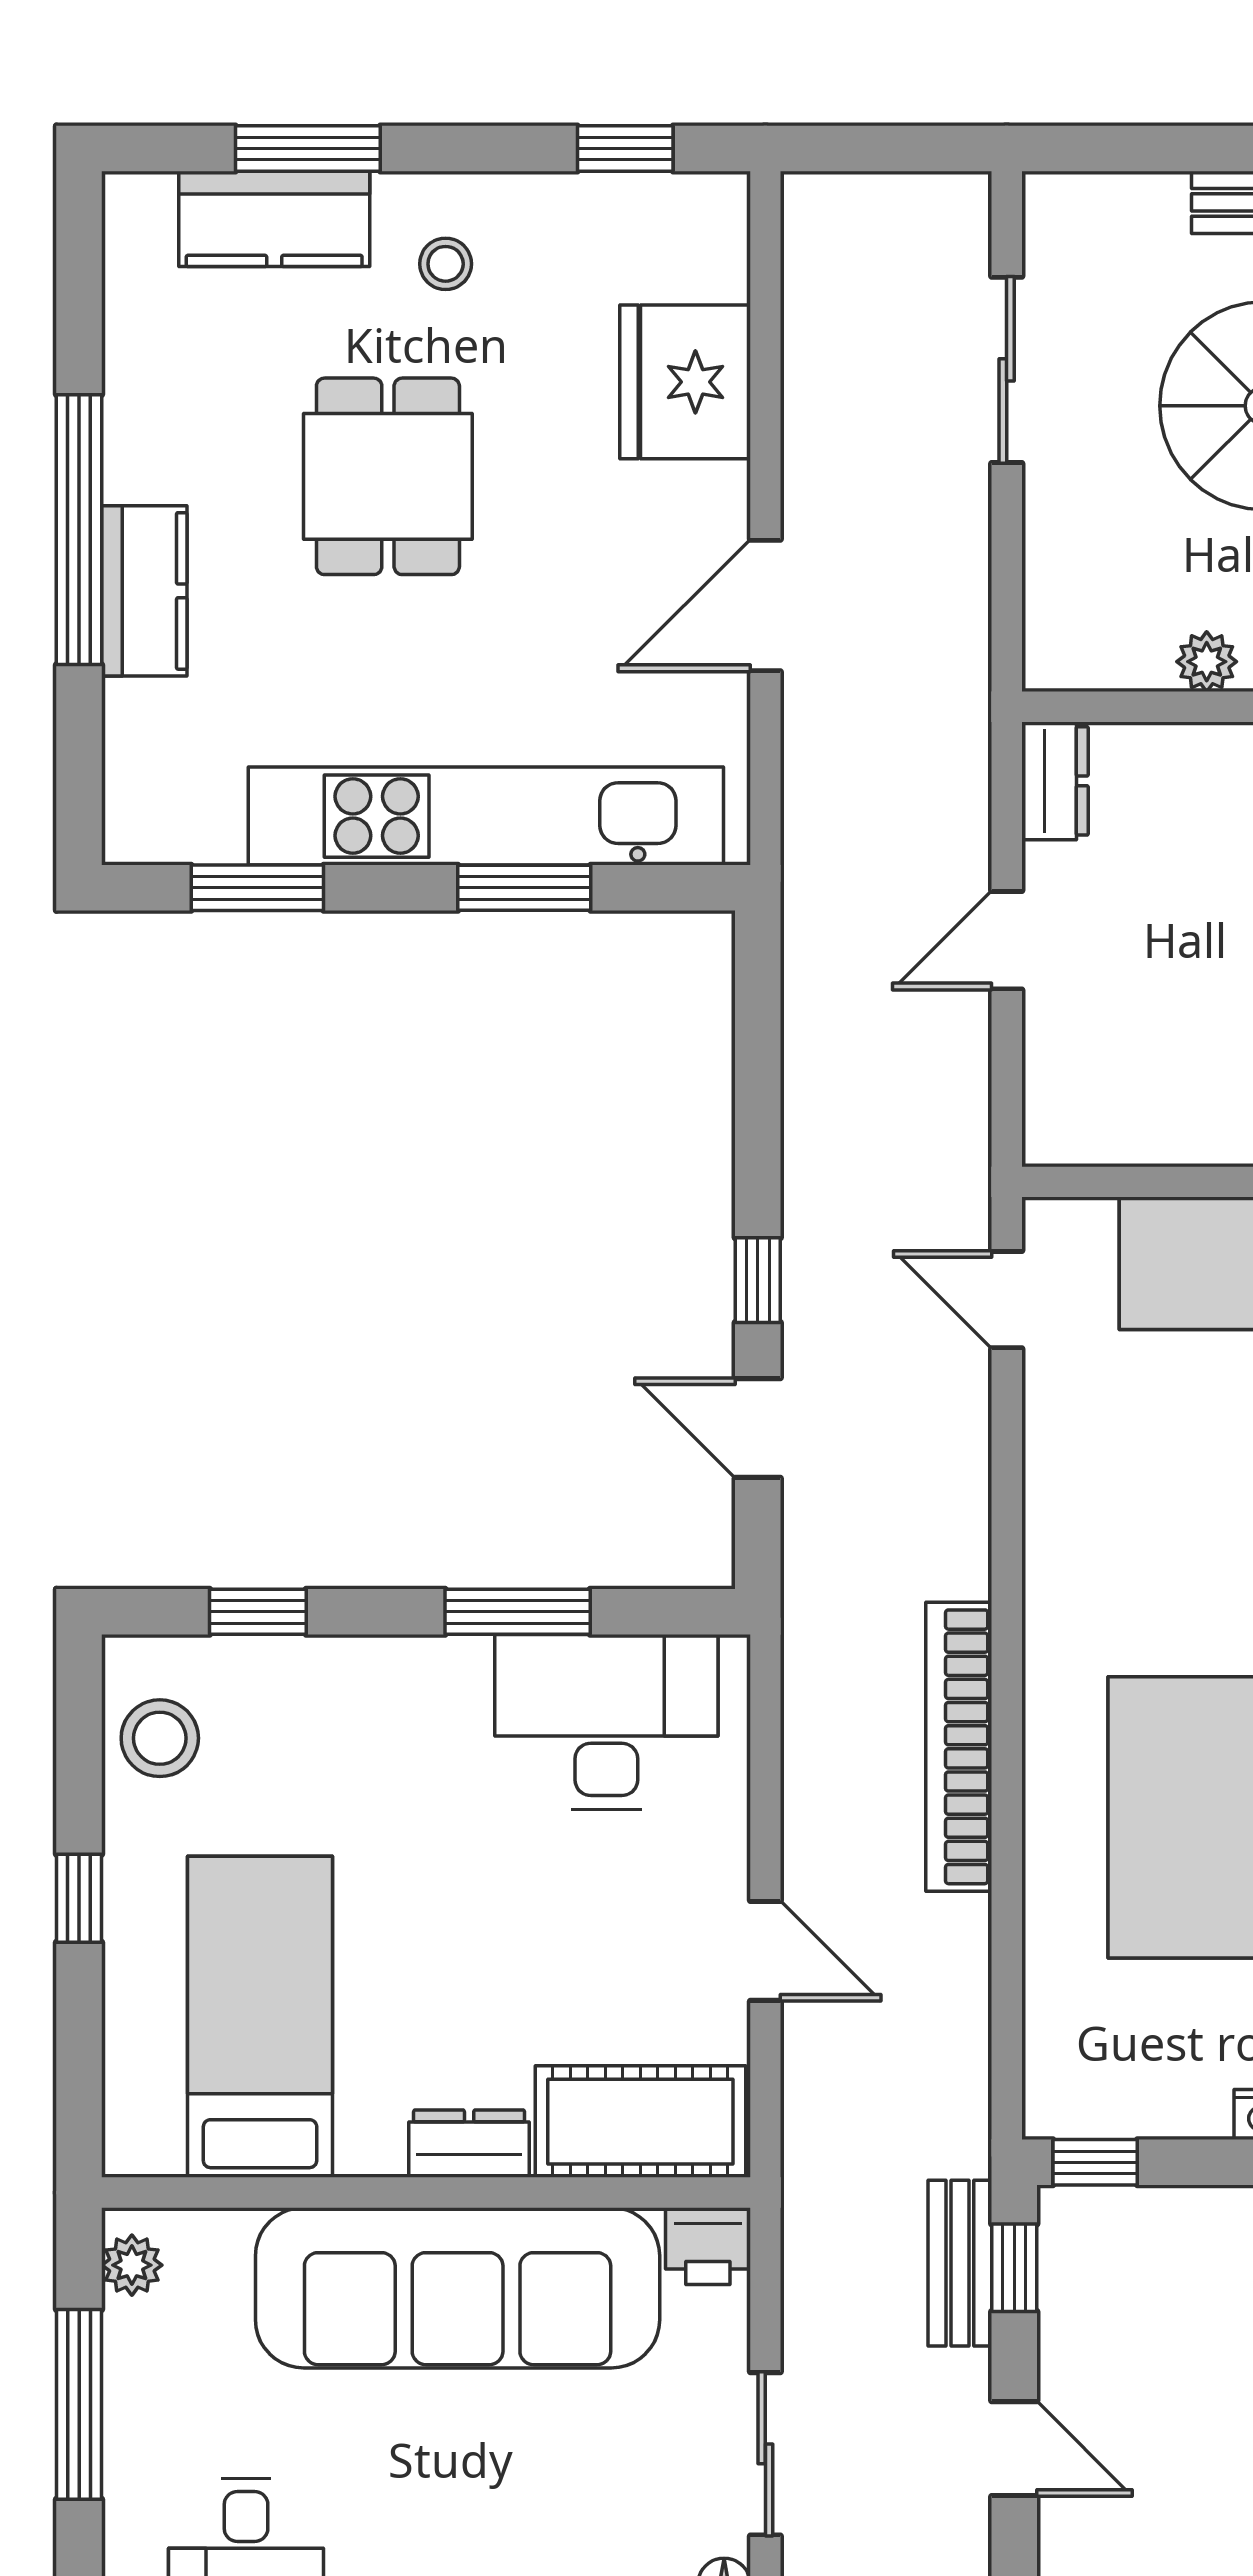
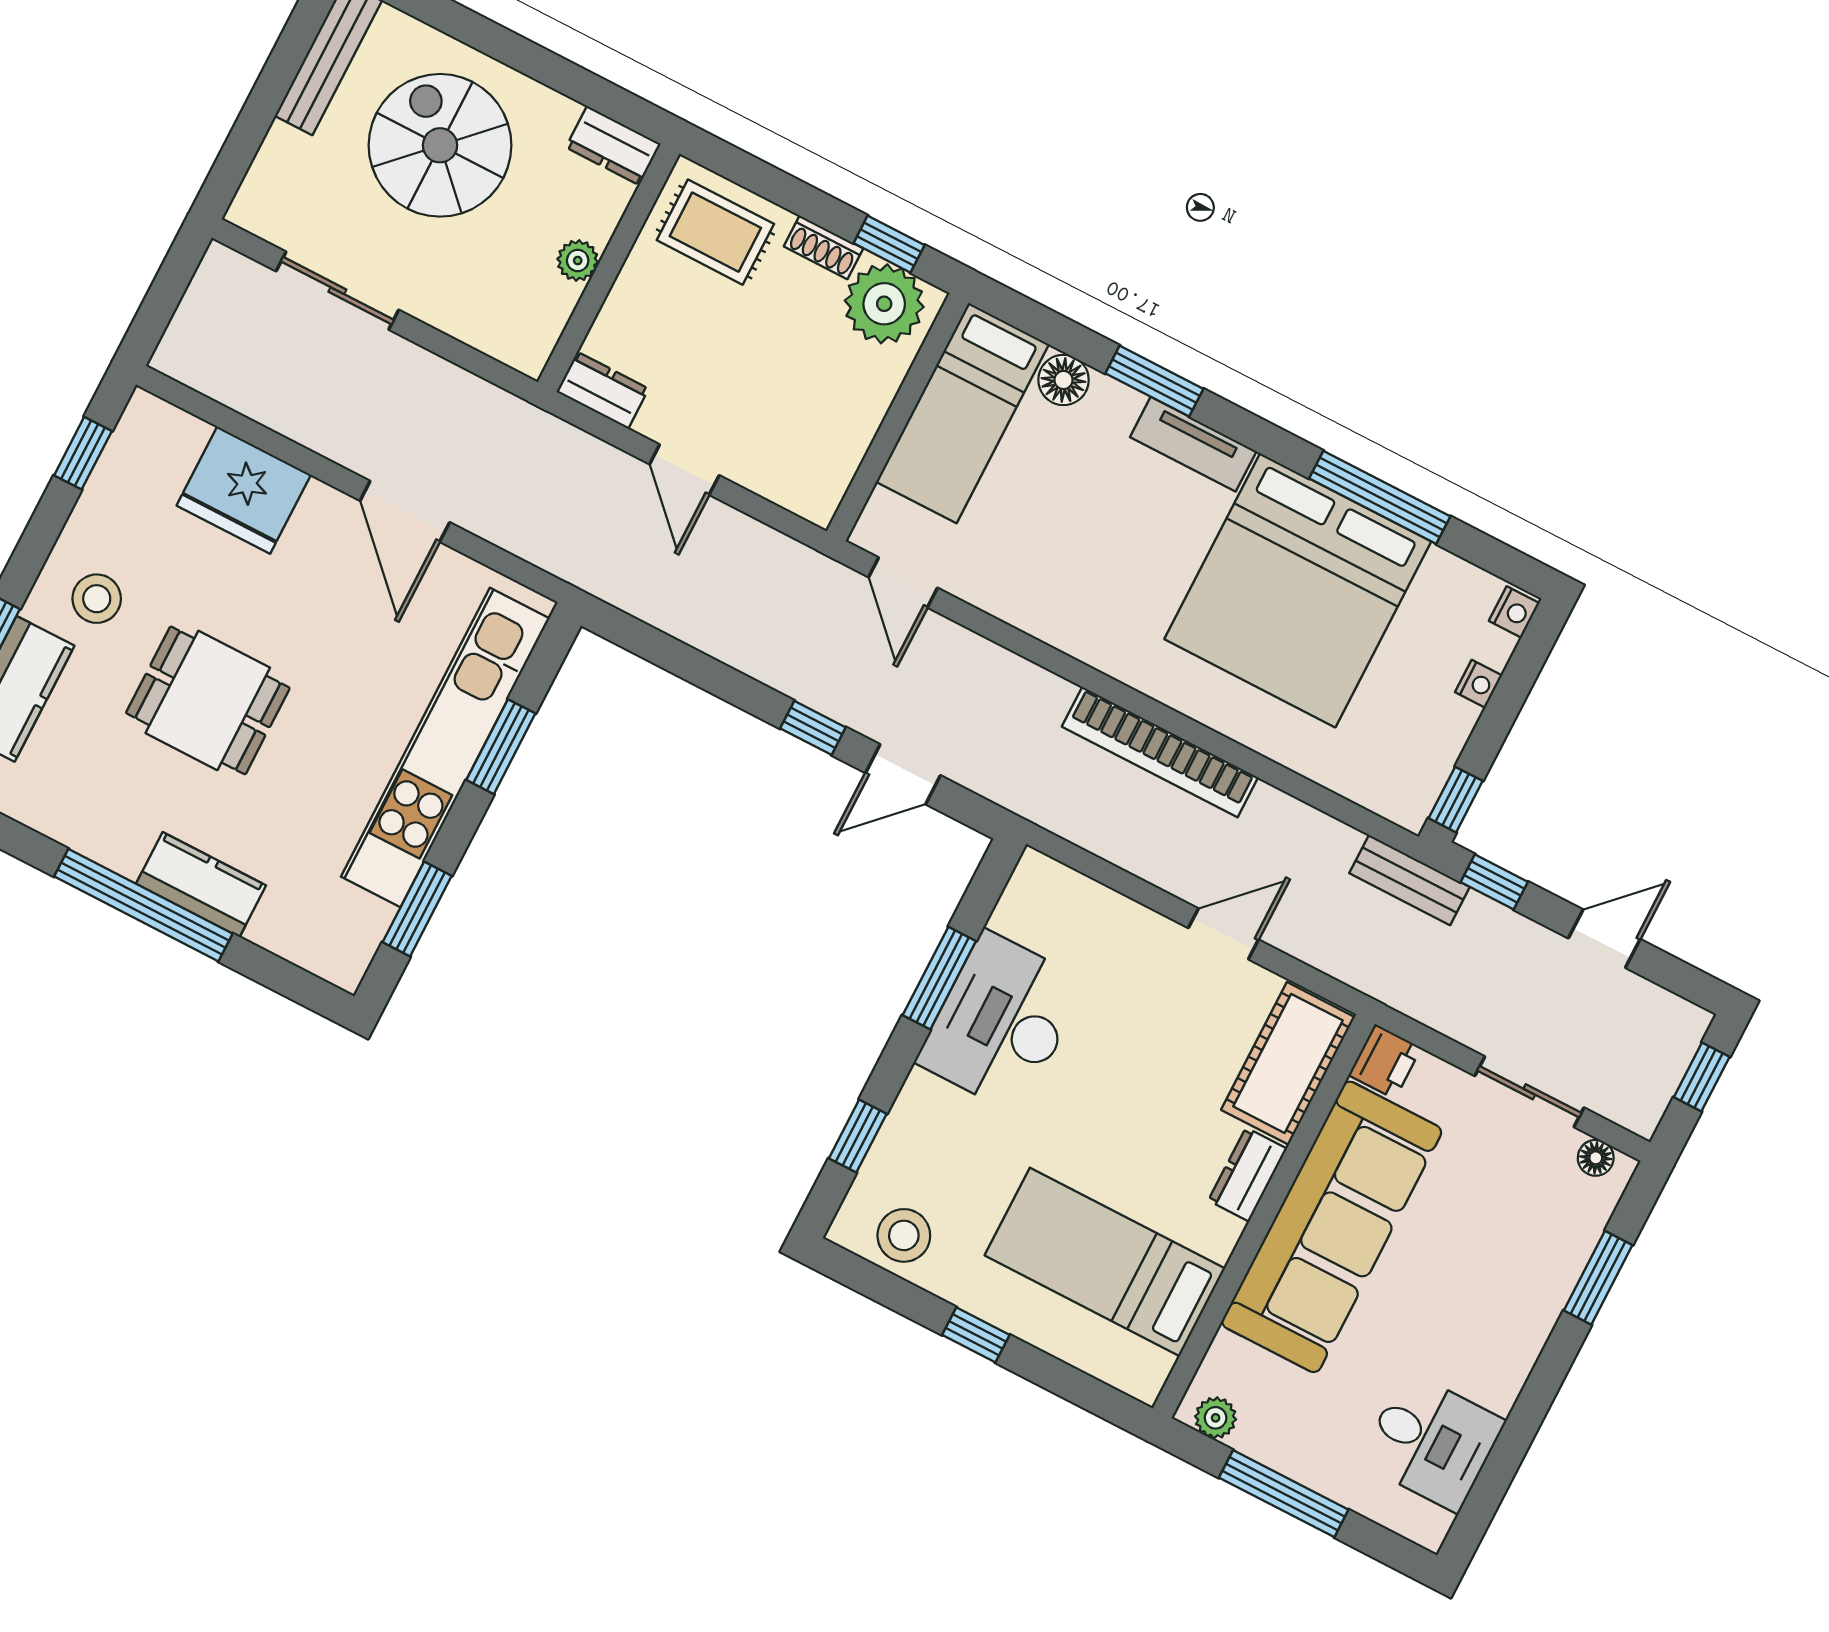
stool: (446, 264) -> (97, 599), width x1.37, depth x1.37
door: (1007, 1300) -> (903, 582), hinge flipped
desk: (606, 1722) -> (1001, 1022), moved
bench: (960, 2263) -> (1410, 880), moved

